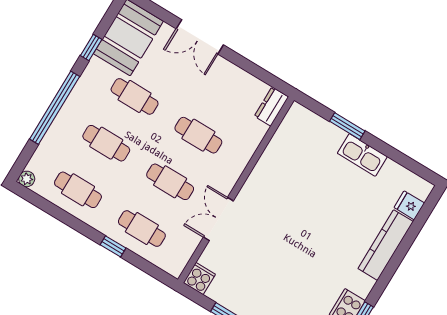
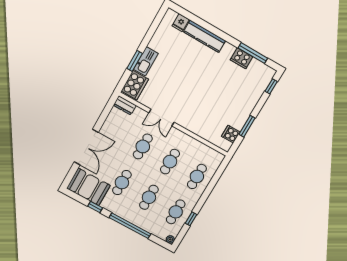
double door: (200, 37) -> (86, 147), width x1.37
cooker: (306, 125) -> (135, 85), added
kitchen sink: (362, 155) -> (146, 61), moved
double door: (218, 219) -> (161, 118), moved
window: (113, 246) -> (191, 219), moved
cooker: (199, 278) -> (231, 134), moved

